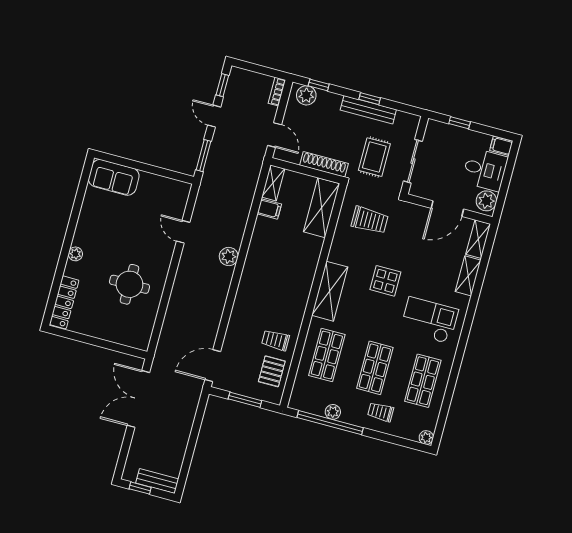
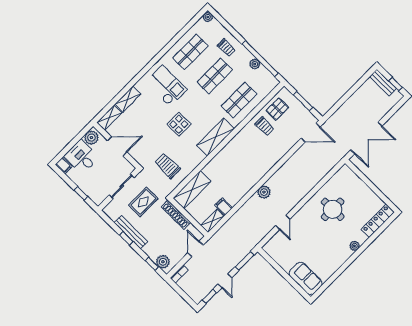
checkout: (429, 320) -> (166, 86), turned 180

